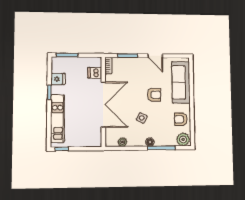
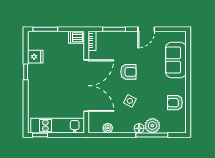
door: (155, 56) -> (146, 29), hinge flipped
dishwasher: (95, 73) -> (76, 37), moved
sofa: (181, 82) -> (176, 60), width x0.73
armchair: (154, 95) -> (128, 72), moved
kitchen unit: (57, 119) -> (58, 126), moved, turned -90
plant: (183, 139) -> (152, 126), moved

